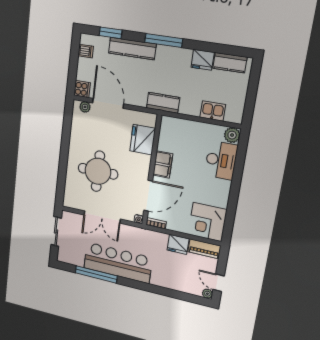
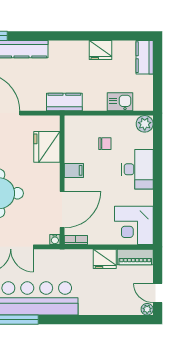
window: (164, 40) -> (55, 36), removed
kitchen counter: (230, 63) -> (145, 57), moved, turned 90
chair: (193, 146) -> (105, 144), added
desk: (221, 160) -> (137, 169), moved
filing cabinet: (163, 164) -> (74, 170), width x0.50

